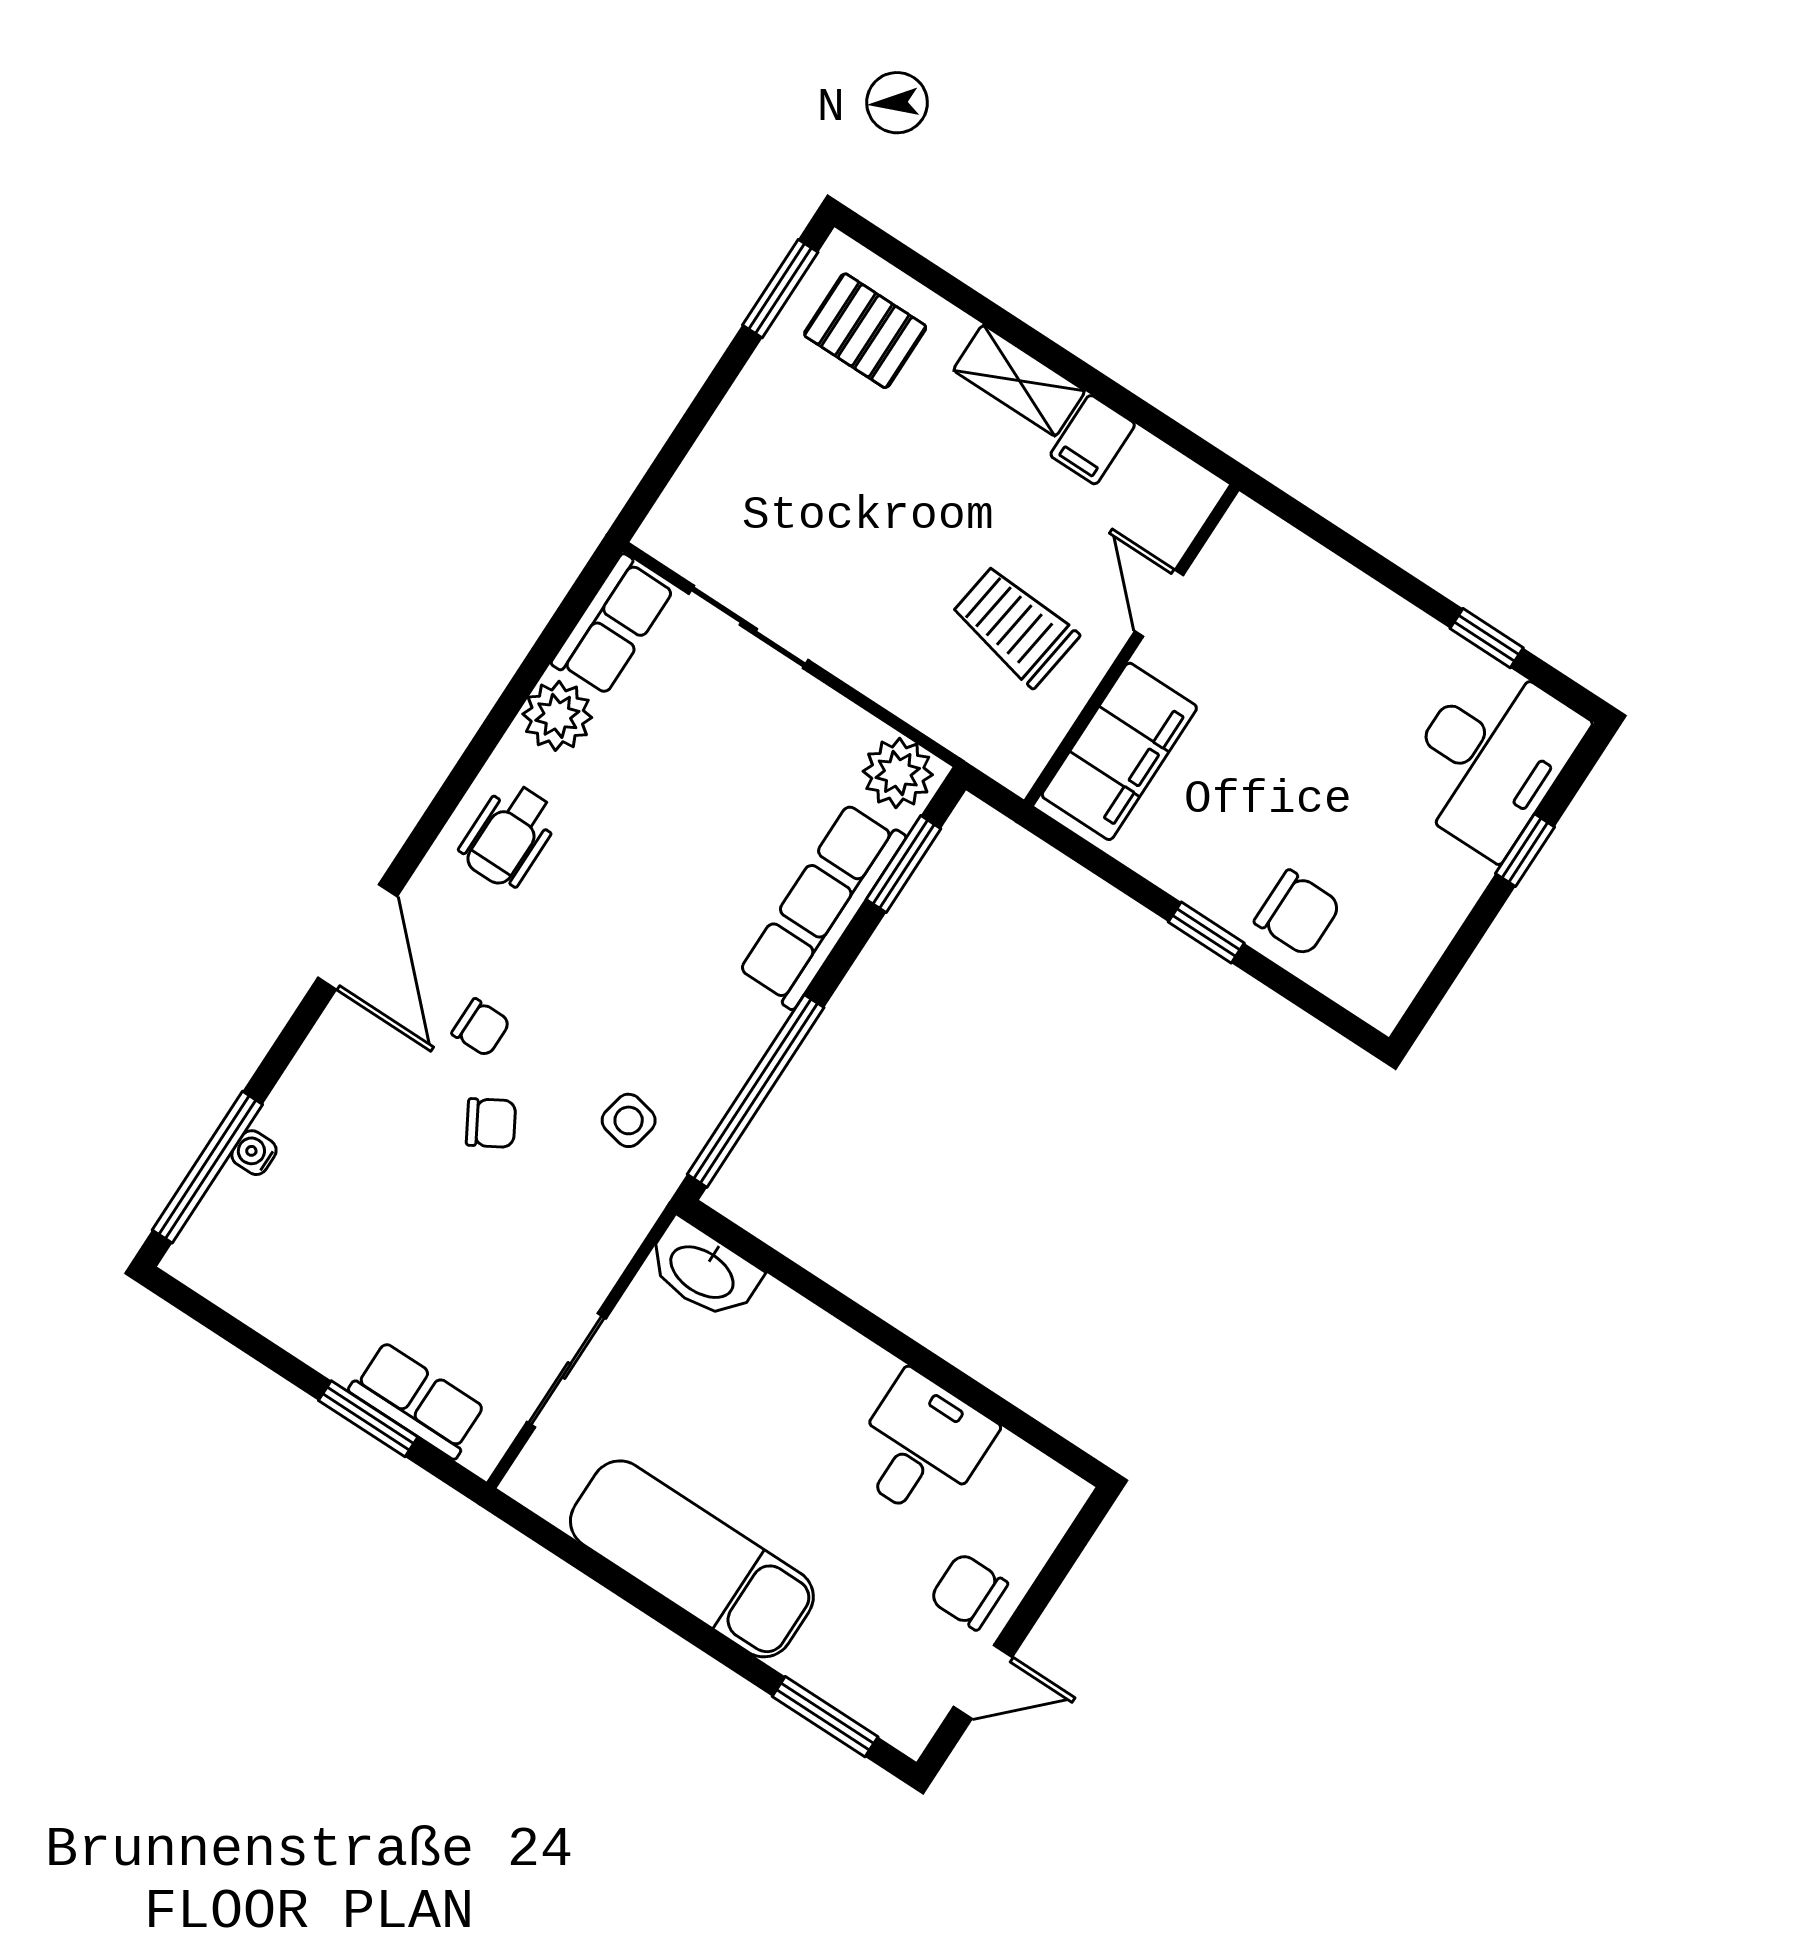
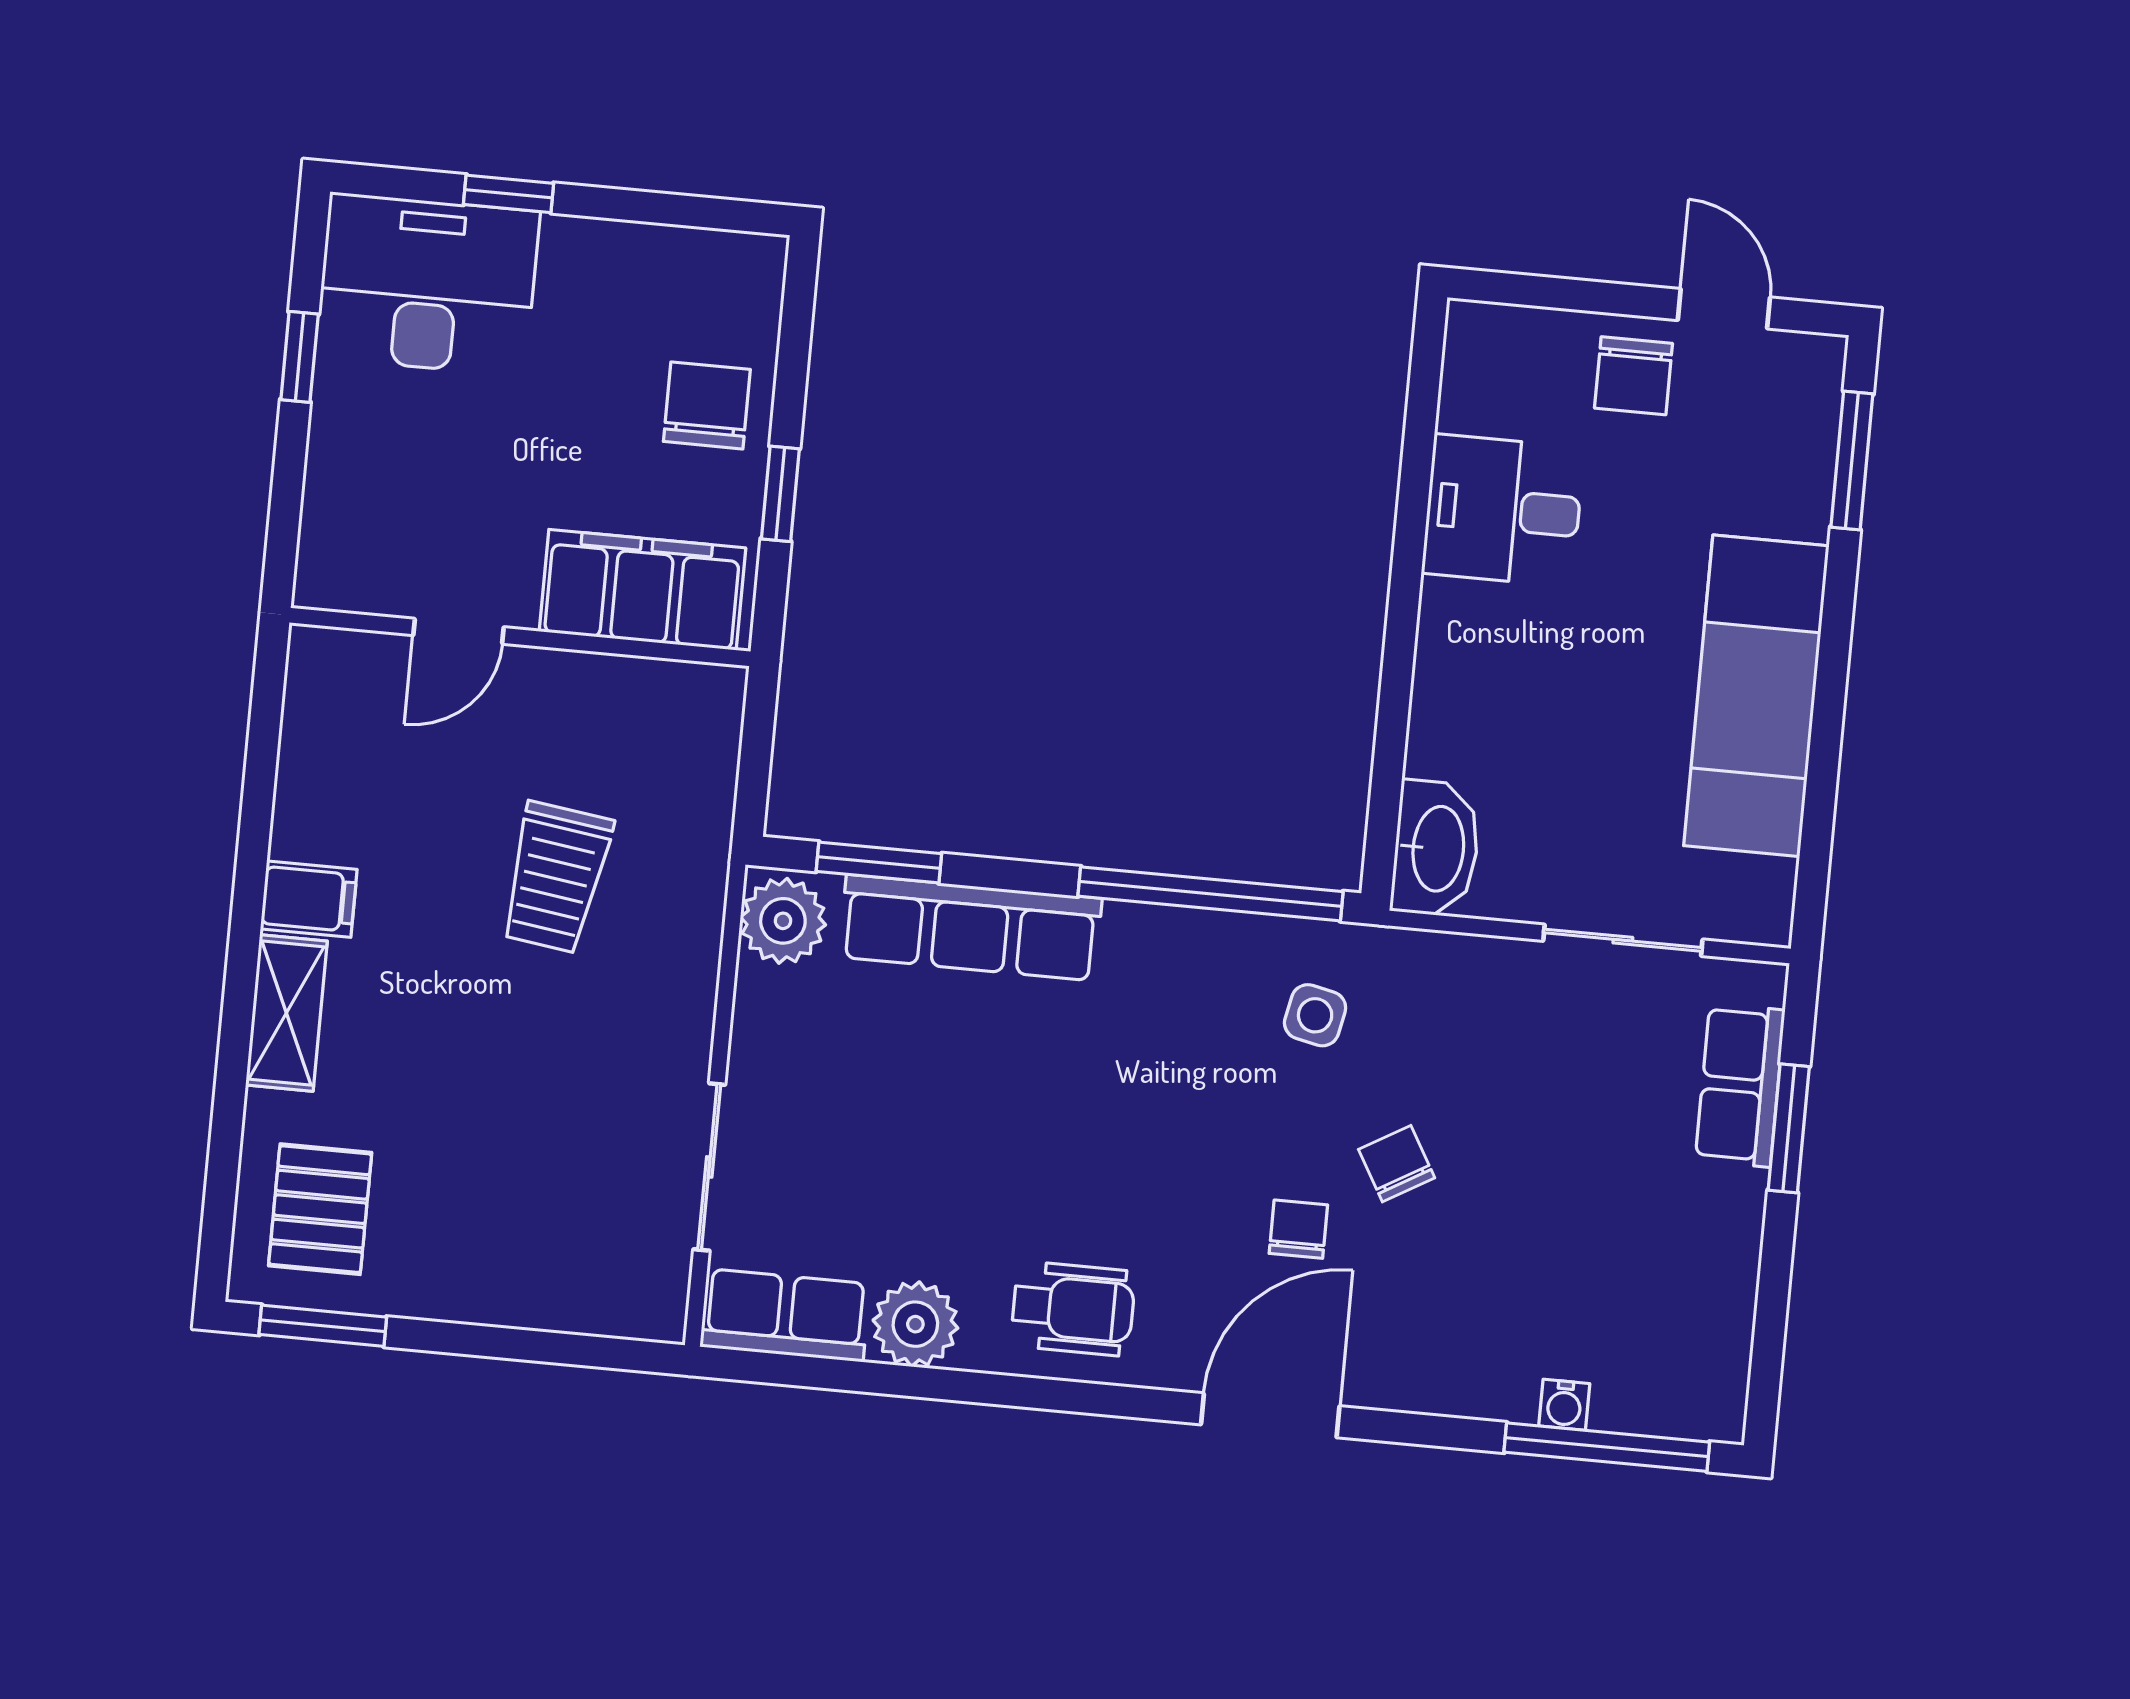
door: (1159, 603) -> (459, 631), moved
wall: (1132, 645) -> (520, 637), moved
filing cabinet: (1119, 751) -> (643, 590), moved

